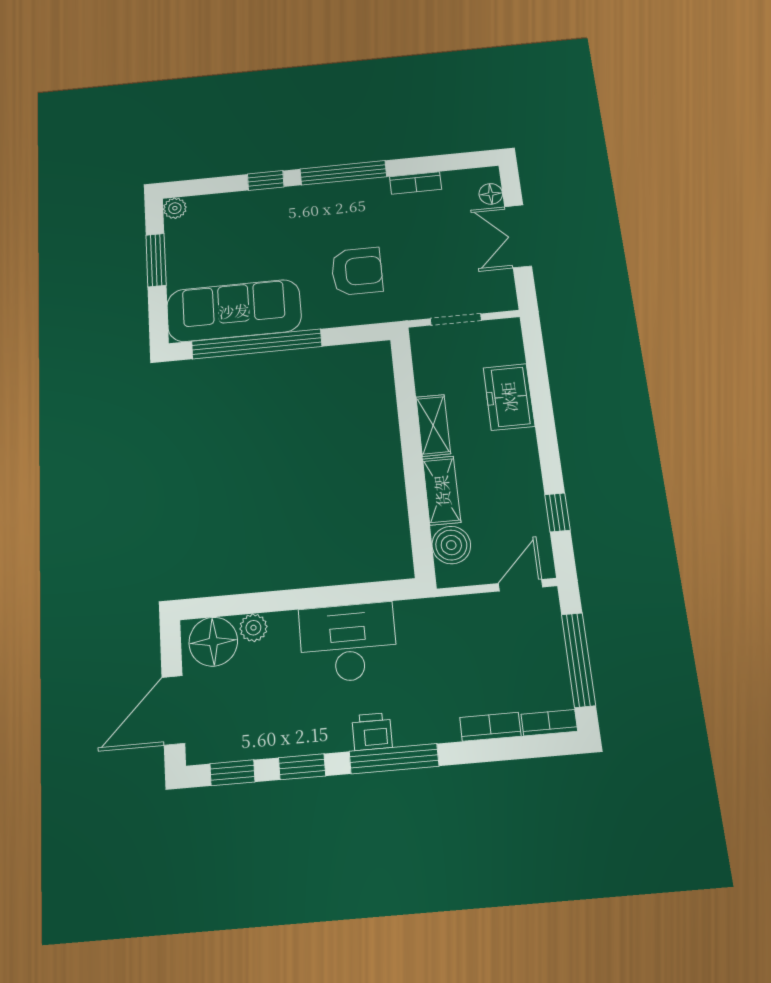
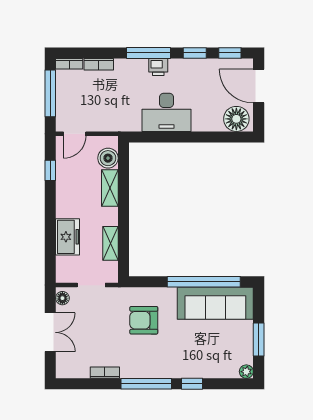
floor lamp: (491, 194) -> (62, 298), moved
shelving: (433, 425) -> (110, 243), moved
plant: (253, 628) -> (215, 124), removed
door: (173, 710) -> (259, 86), swing flipped

